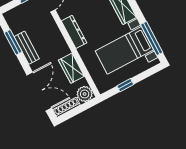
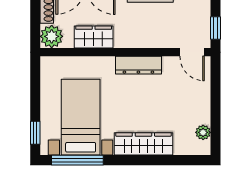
window: (125, 85) -> (35, 133), moved

